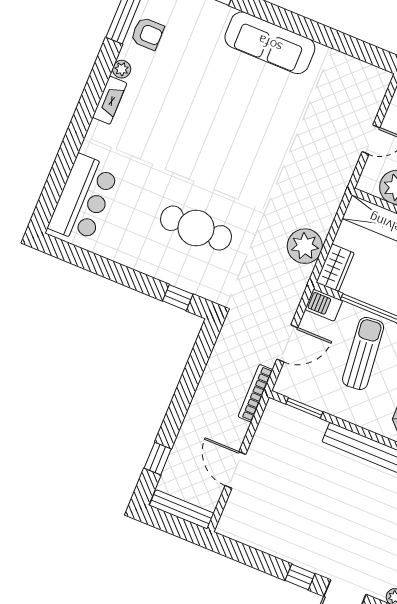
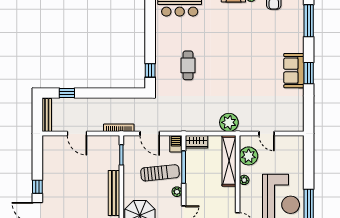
window: (296, 23) -> (309, 73), added
sofa: (270, 43) -> (294, 71), width x0.73
cafe table: (196, 228) -> (188, 65), width x0.73, depth x0.74
plant: (305, 246) -> (229, 122), moved
door: (235, 470) -> (77, 134), swing flipped

